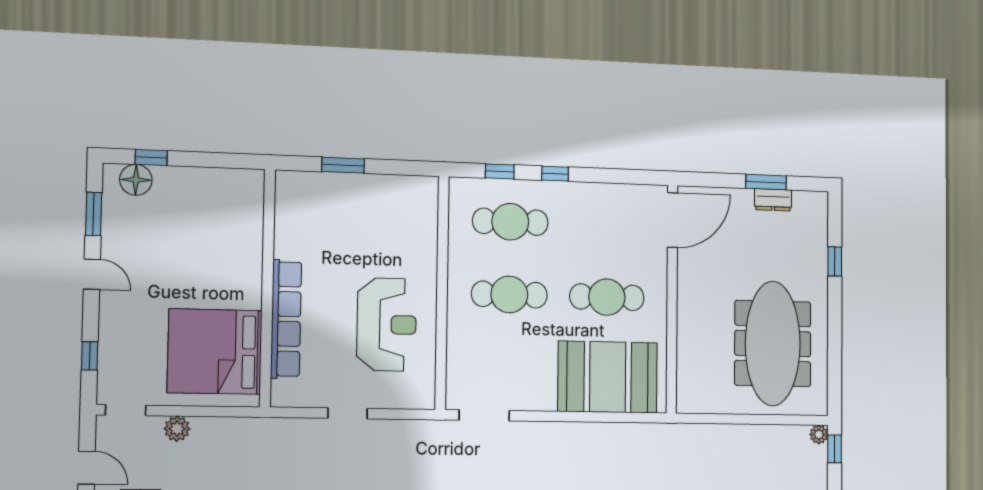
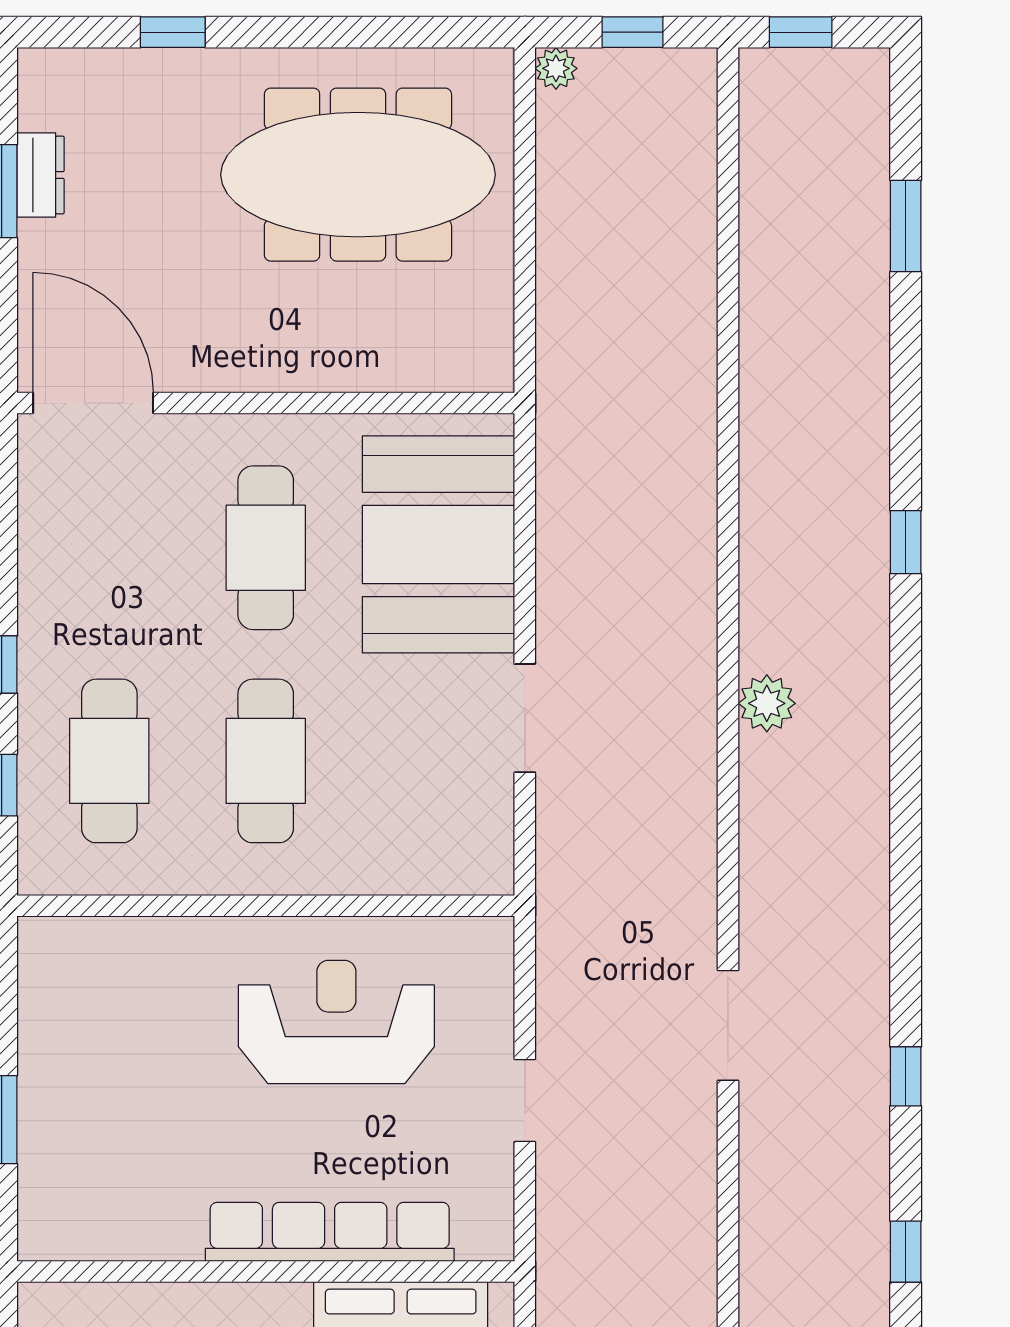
doorway: (484, 415) -> (525, 718), moved
window: (835, 449) -> (633, 32), moved

